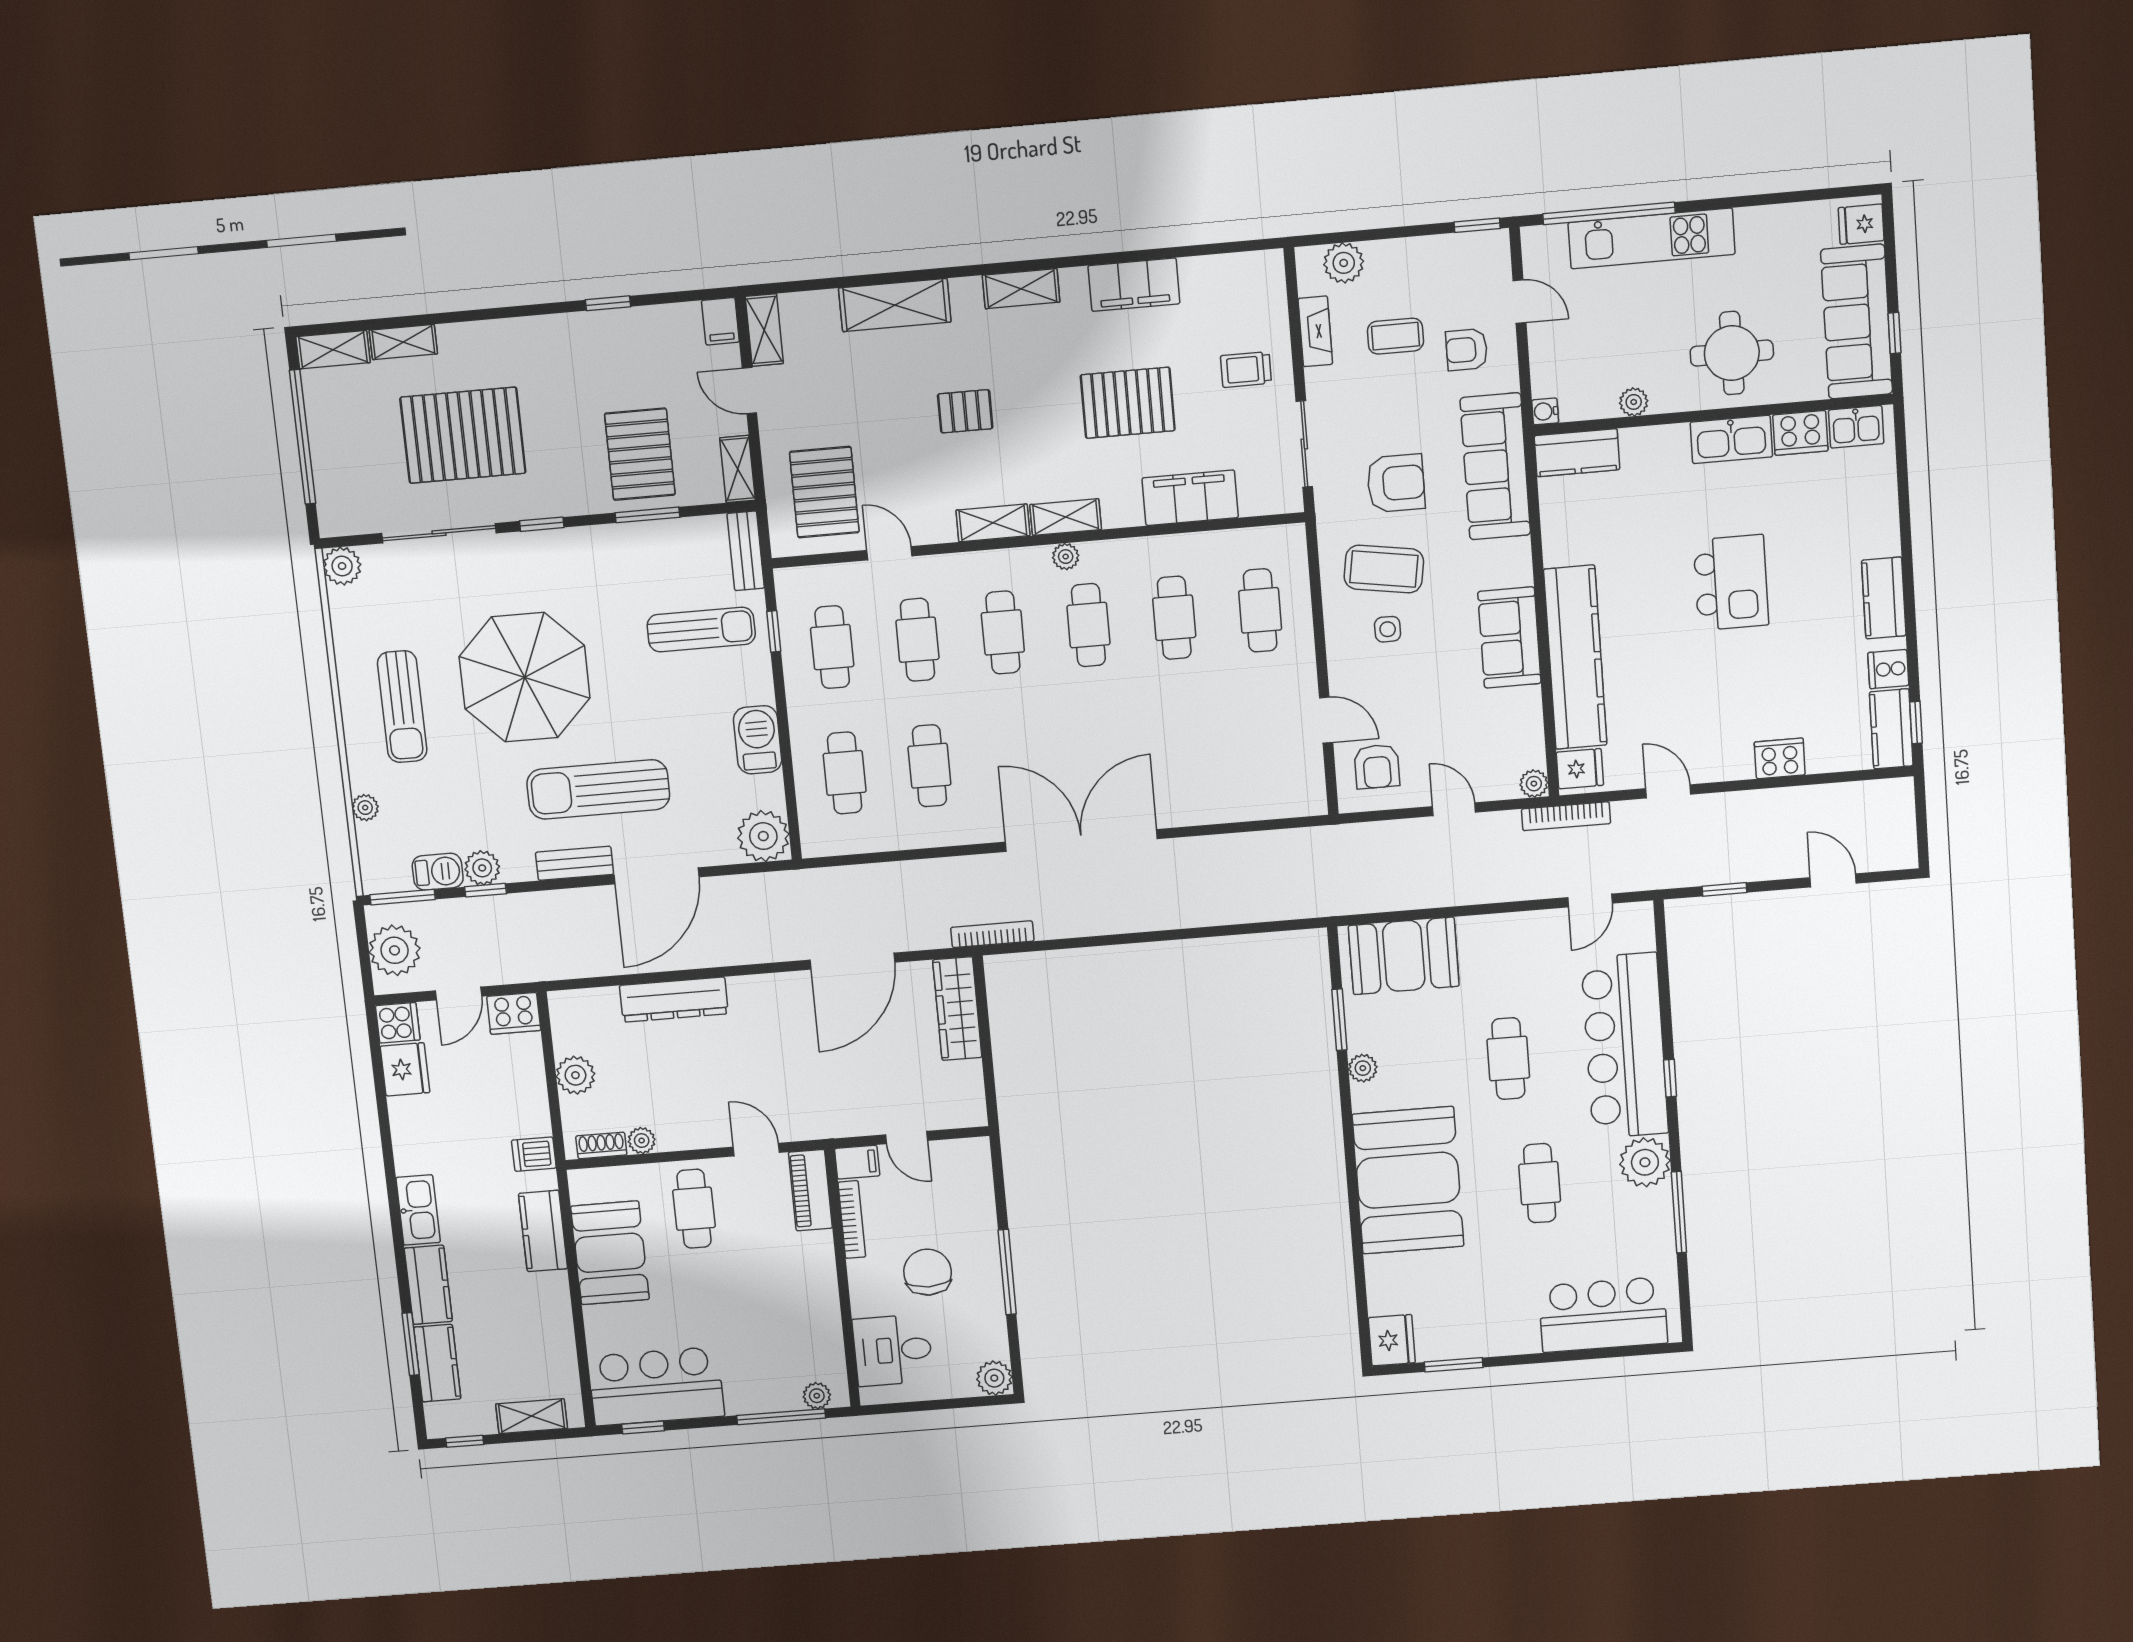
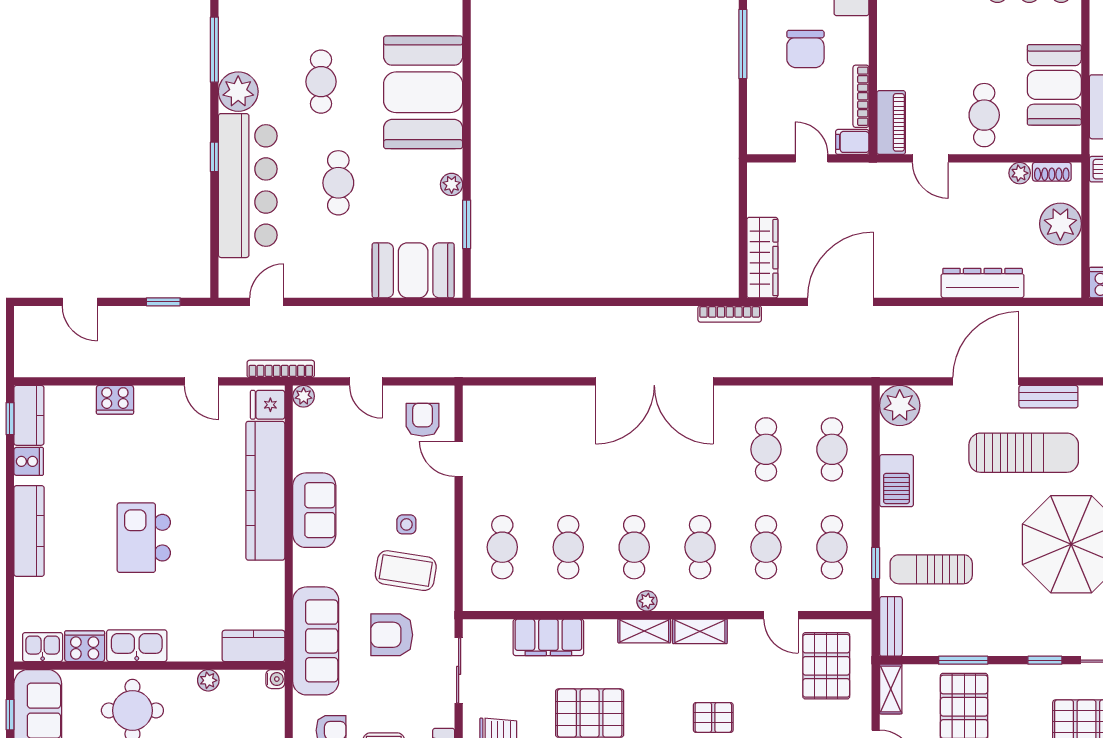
kitchen counter: (1884, 598) -> (29, 531), width x1.50
plant: (575, 1075) -> (1060, 224), width x1.36, depth x1.36

